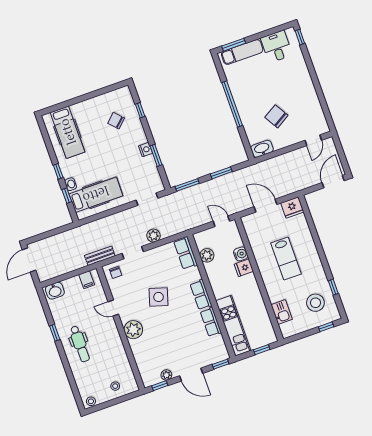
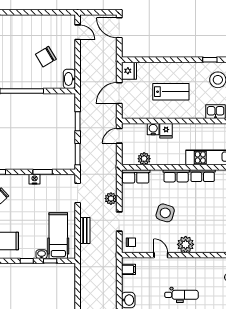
bench: (100, 256) -> (85, 230), moved
door: (113, 308) -> (161, 255), swing flipped

